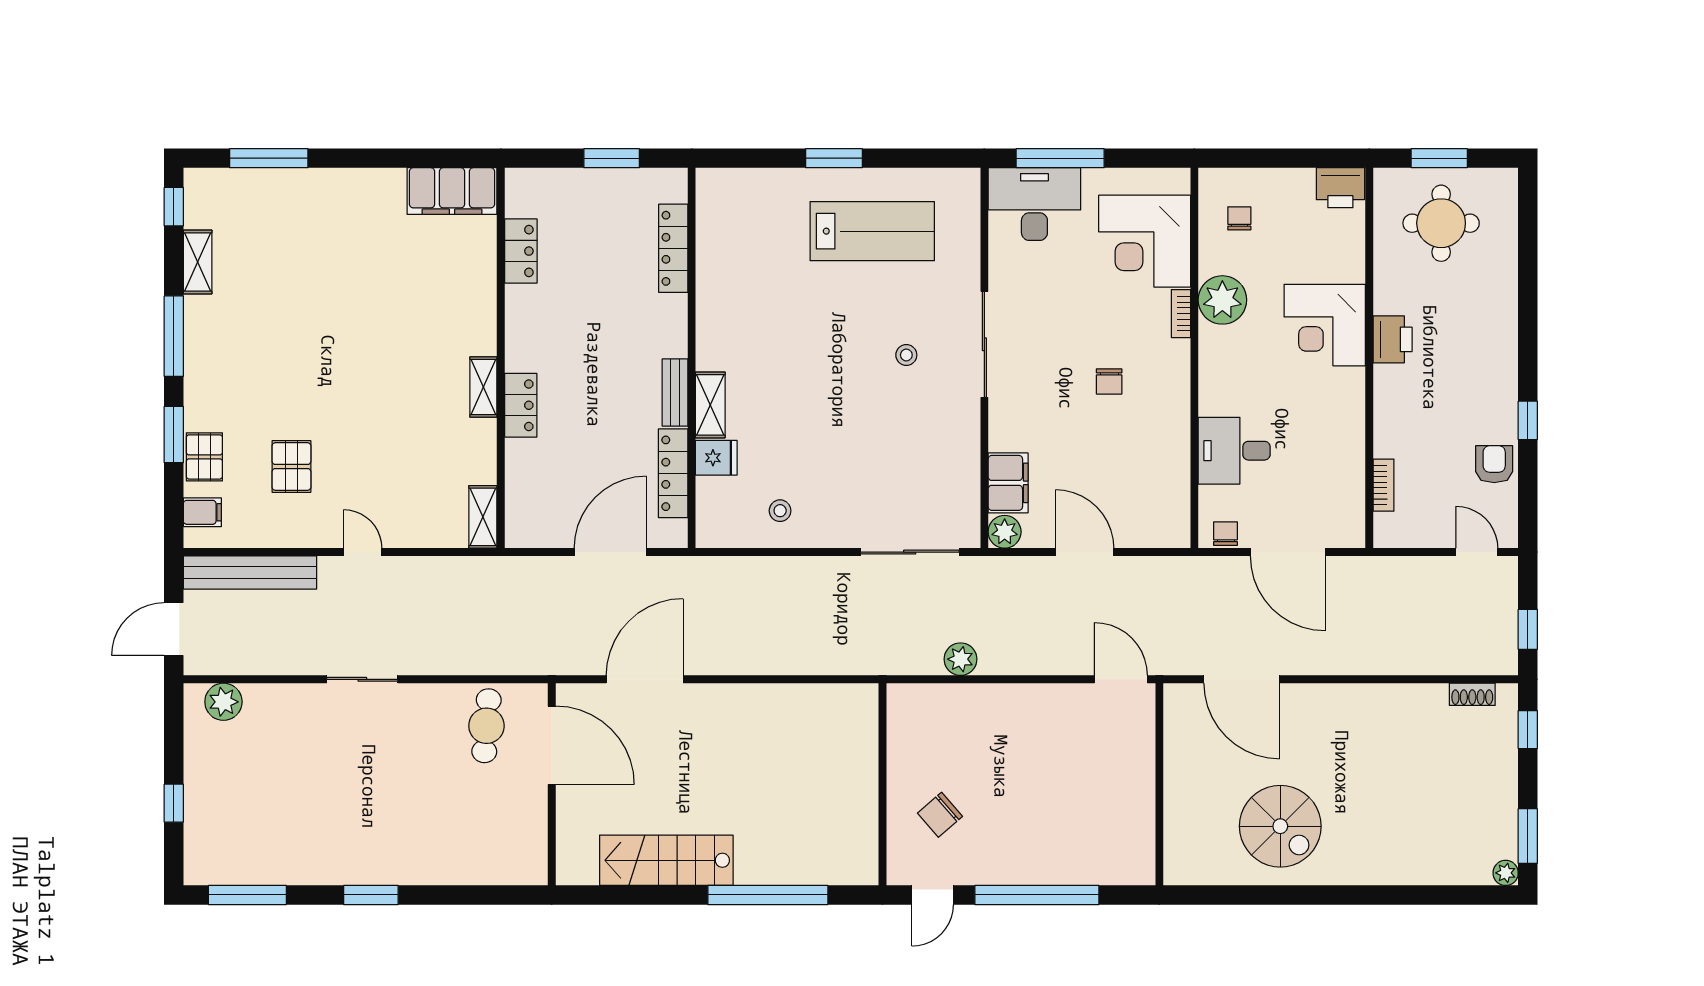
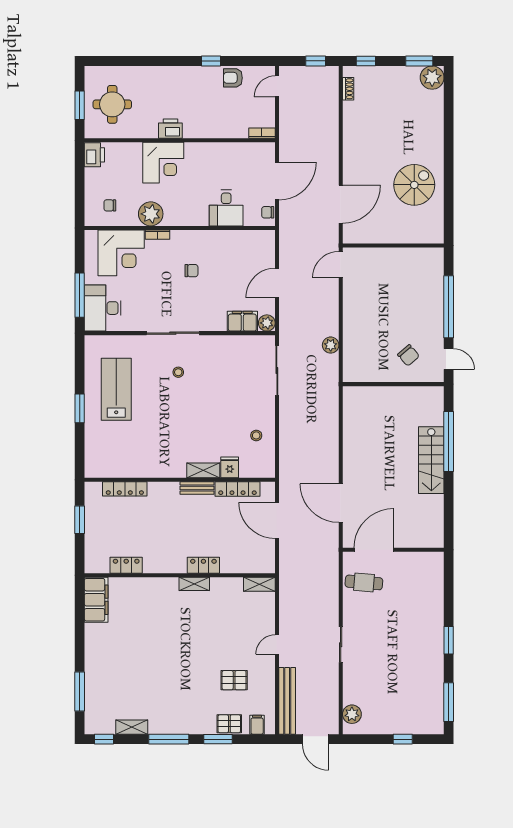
bookcase: (1384, 485) -> (262, 133), moved
stairs: (666, 860) -> (431, 460), moved
plant: (1506, 873) -> (432, 78), width x1.88, depth x1.88

